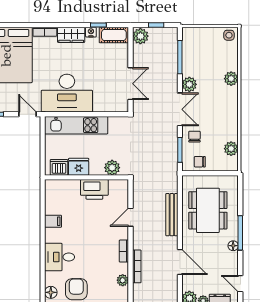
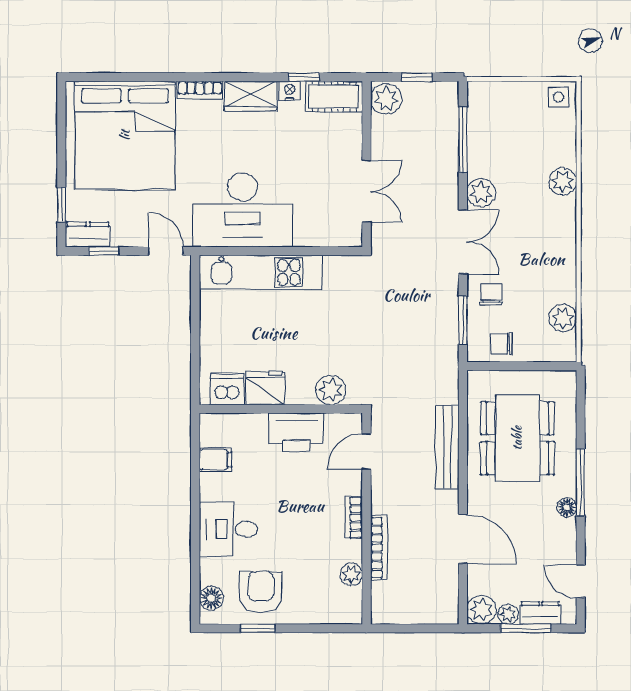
dishwasher: (59, 167) -> (227, 389), moved
fridge: (79, 167) -> (266, 388), moved
plant: (112, 168) -> (331, 390), moved
wall: (87, 177) -> (281, 409), moved
printer: (94, 189) -> (296, 432), moved

